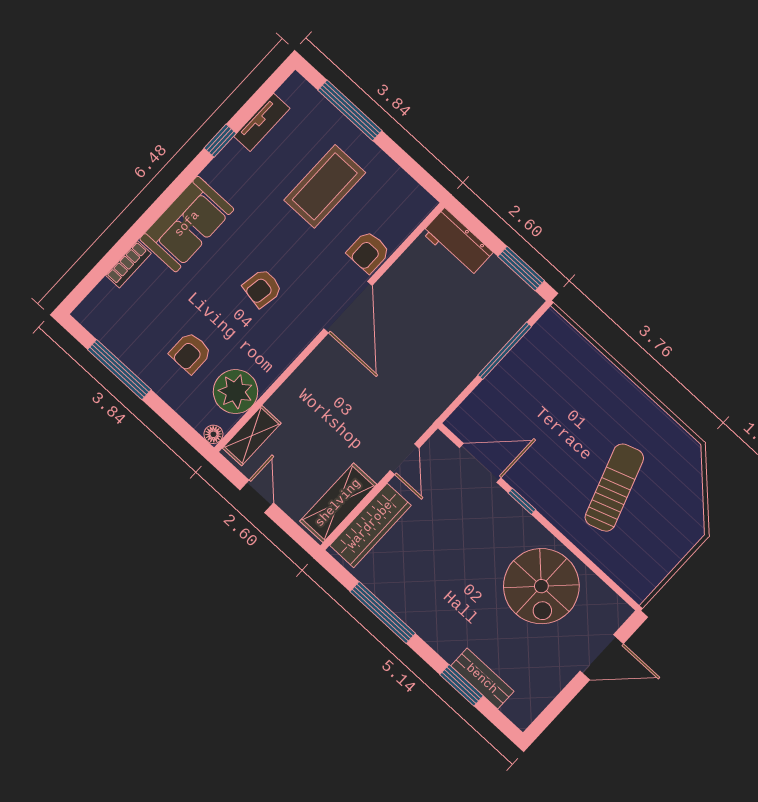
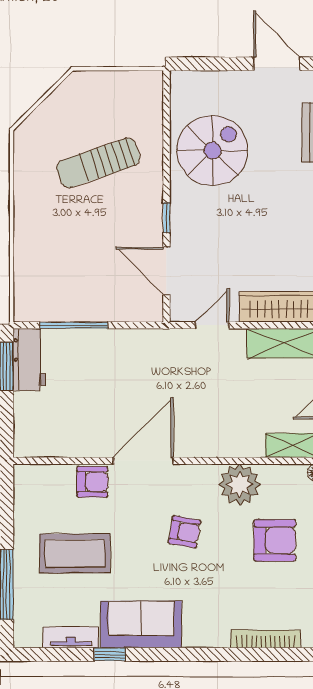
sofa: (187, 224) -> (141, 624), moved
workbench: (457, 242) -> (29, 359), moved
bookcase: (128, 264) -> (266, 639), width x1.56
armchair: (190, 353) -> (275, 540), width x1.38, depth x1.38
plant: (236, 392) -> (240, 485), moved
door: (602, 657) -> (277, 64), moved

